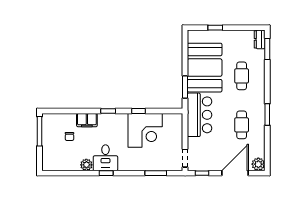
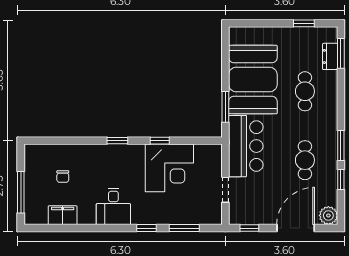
window: (215, 28) -> (304, 23), moved
dresser: (260, 39) -> (330, 56), moved
filing cabinet: (87, 120) -> (63, 215), moved, turned 180
window: (40, 131) -> (21, 192), moved
window: (267, 139) -> (341, 180), added
doorway: (185, 158) -> (225, 190), moved
plant: (86, 165) -> (87, 216), removed
window: (106, 173) -> (146, 228), moved

